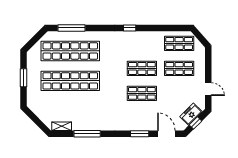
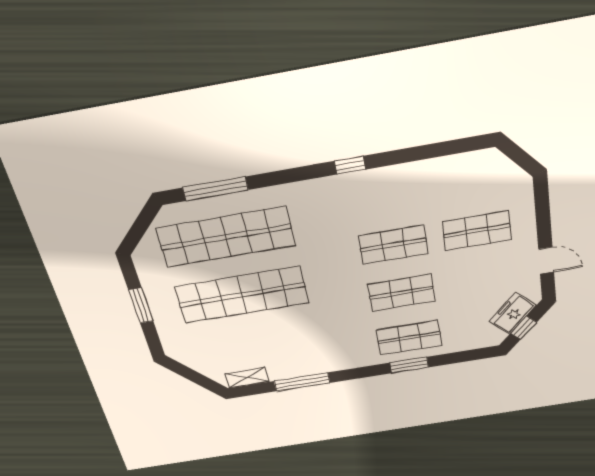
shop shelf: (179, 43) -> (409, 338), moved
door: (166, 134) -> (464, 356), removed

